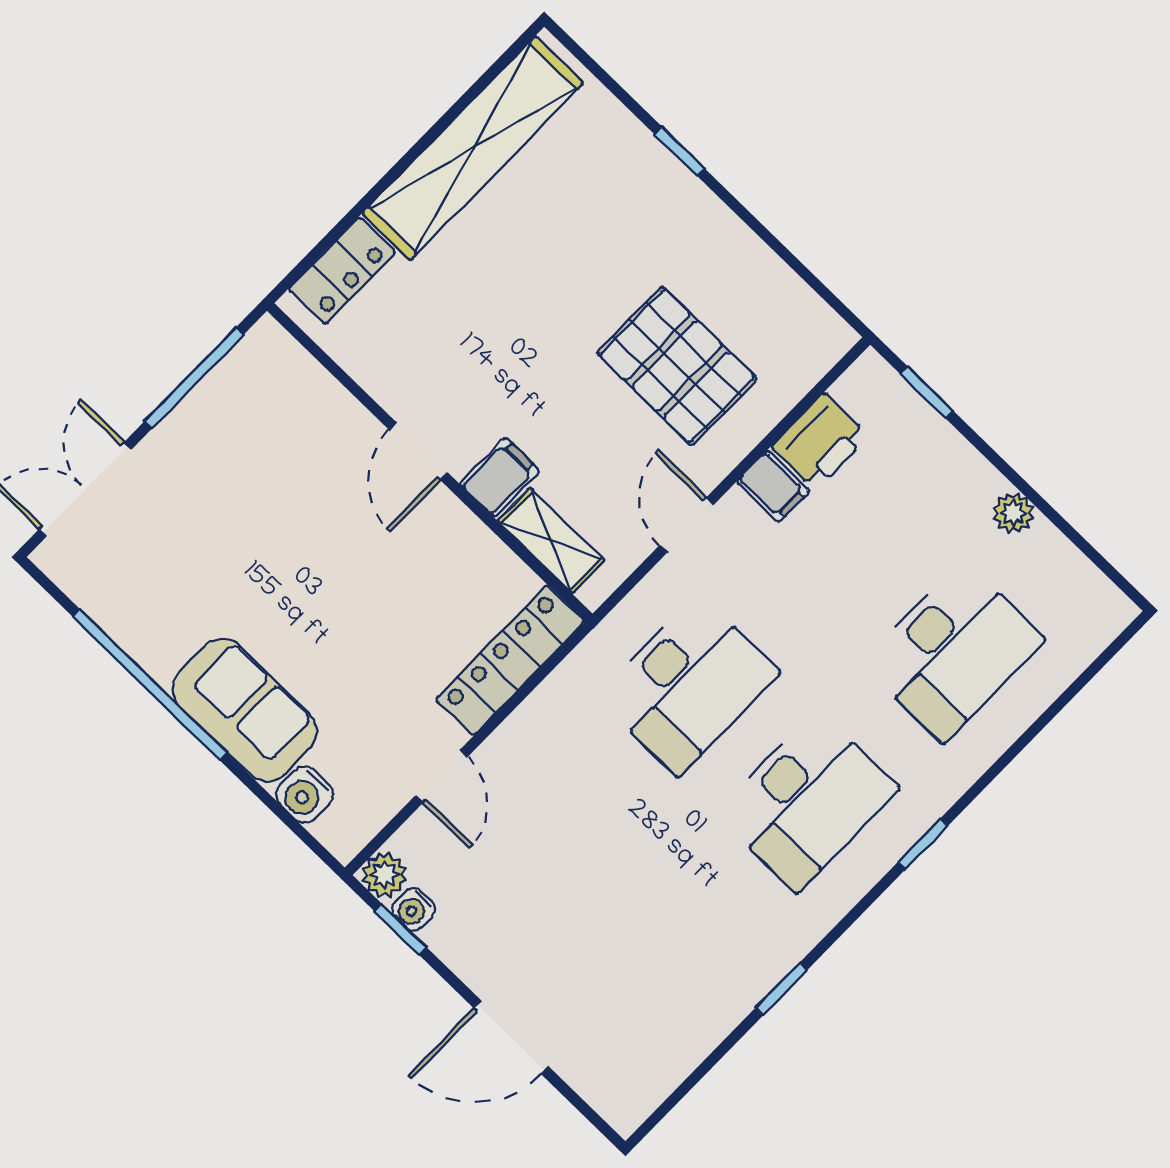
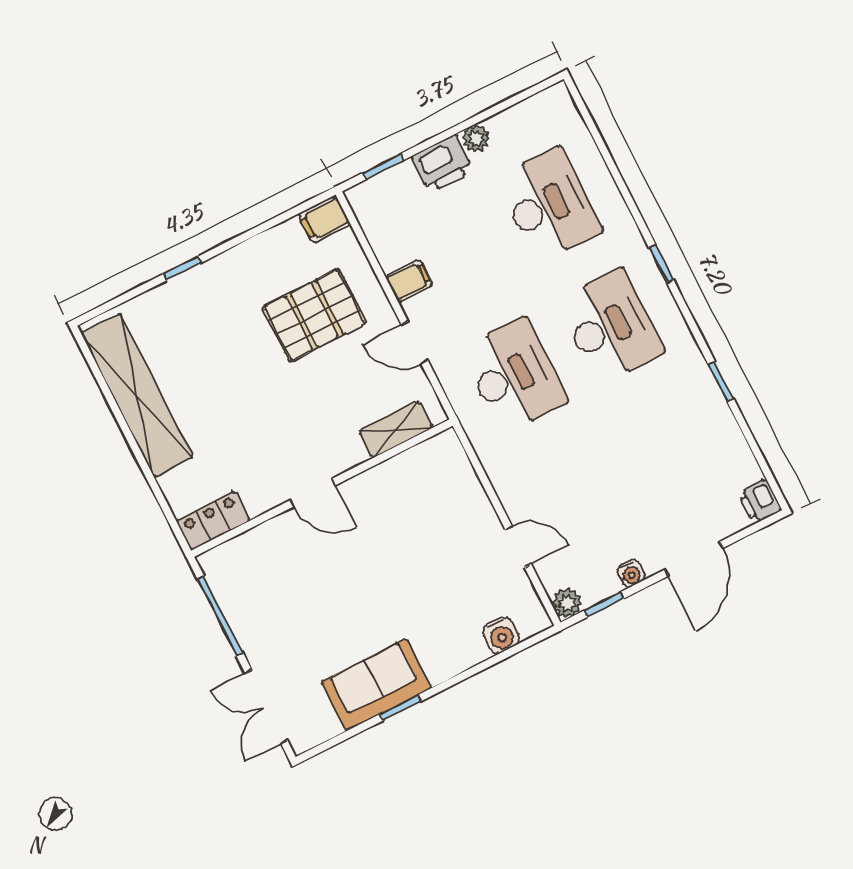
locker: (342, 271) -> (213, 521), moved, turned -90
printer: (820, 441) -> (443, 164), moved, turned 90
filing cabinet: (500, 477) -> (324, 219), moved, turned -90
locker: (510, 660) -> (461, 480), removed
window: (150, 685) -> (400, 708), width x0.32
sofa: (244, 710) -> (377, 685), moved
water cooler: (414, 909) -> (631, 574), moved
printer: (627, 1105) -> (760, 502), added

